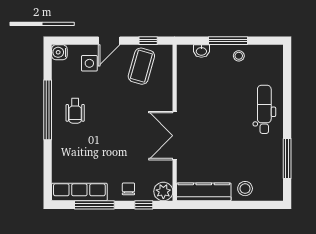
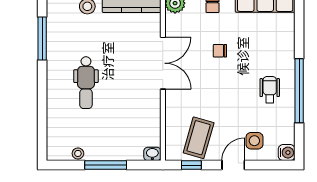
washbasin: (201, 51) -> (152, 154), moved
stool: (239, 56) -> (78, 153), moved
dental chair: (264, 109) -> (86, 83), moved
chair: (122, 147) -> (220, 51), added

